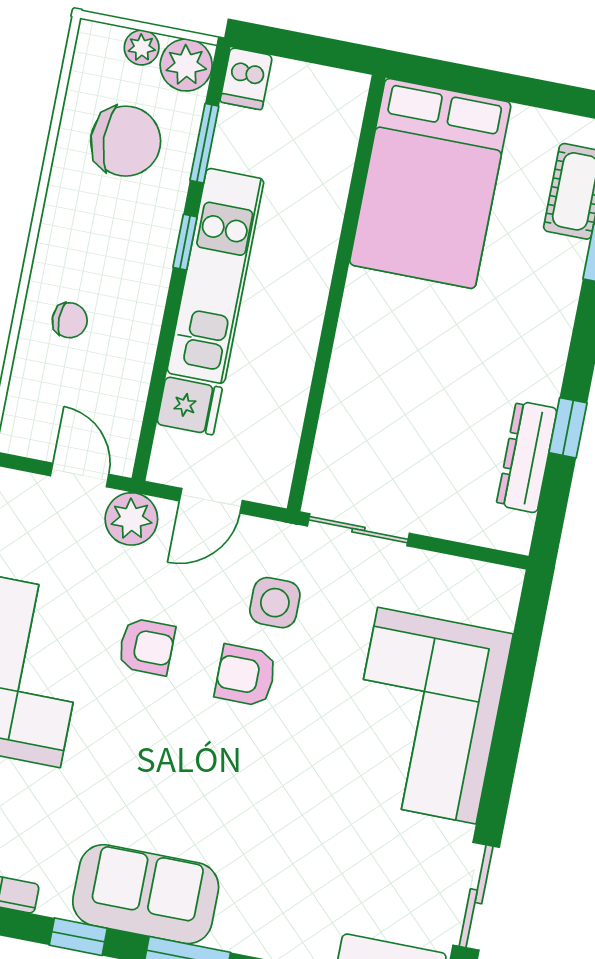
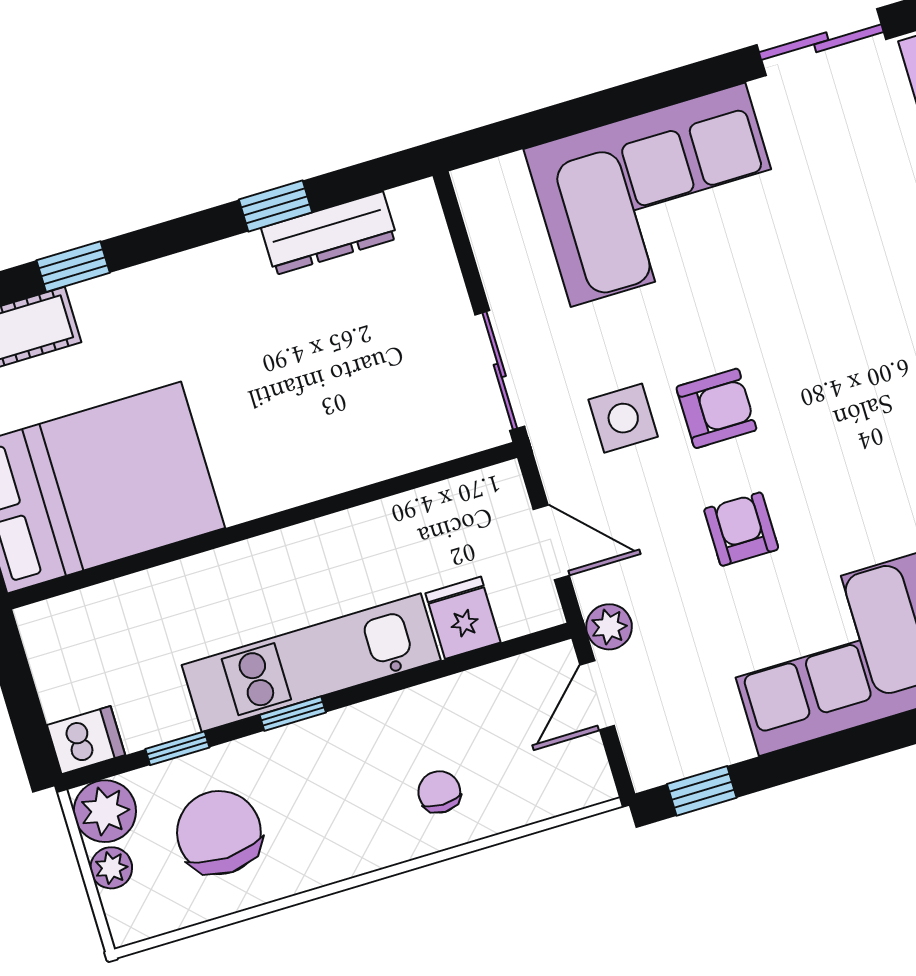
window: (204, 143) -> (177, 748), width x0.67
plant: (131, 519) -> (609, 627), width x0.73, depth x0.73
armchair: (246, 675) -> (716, 408), turned -90

